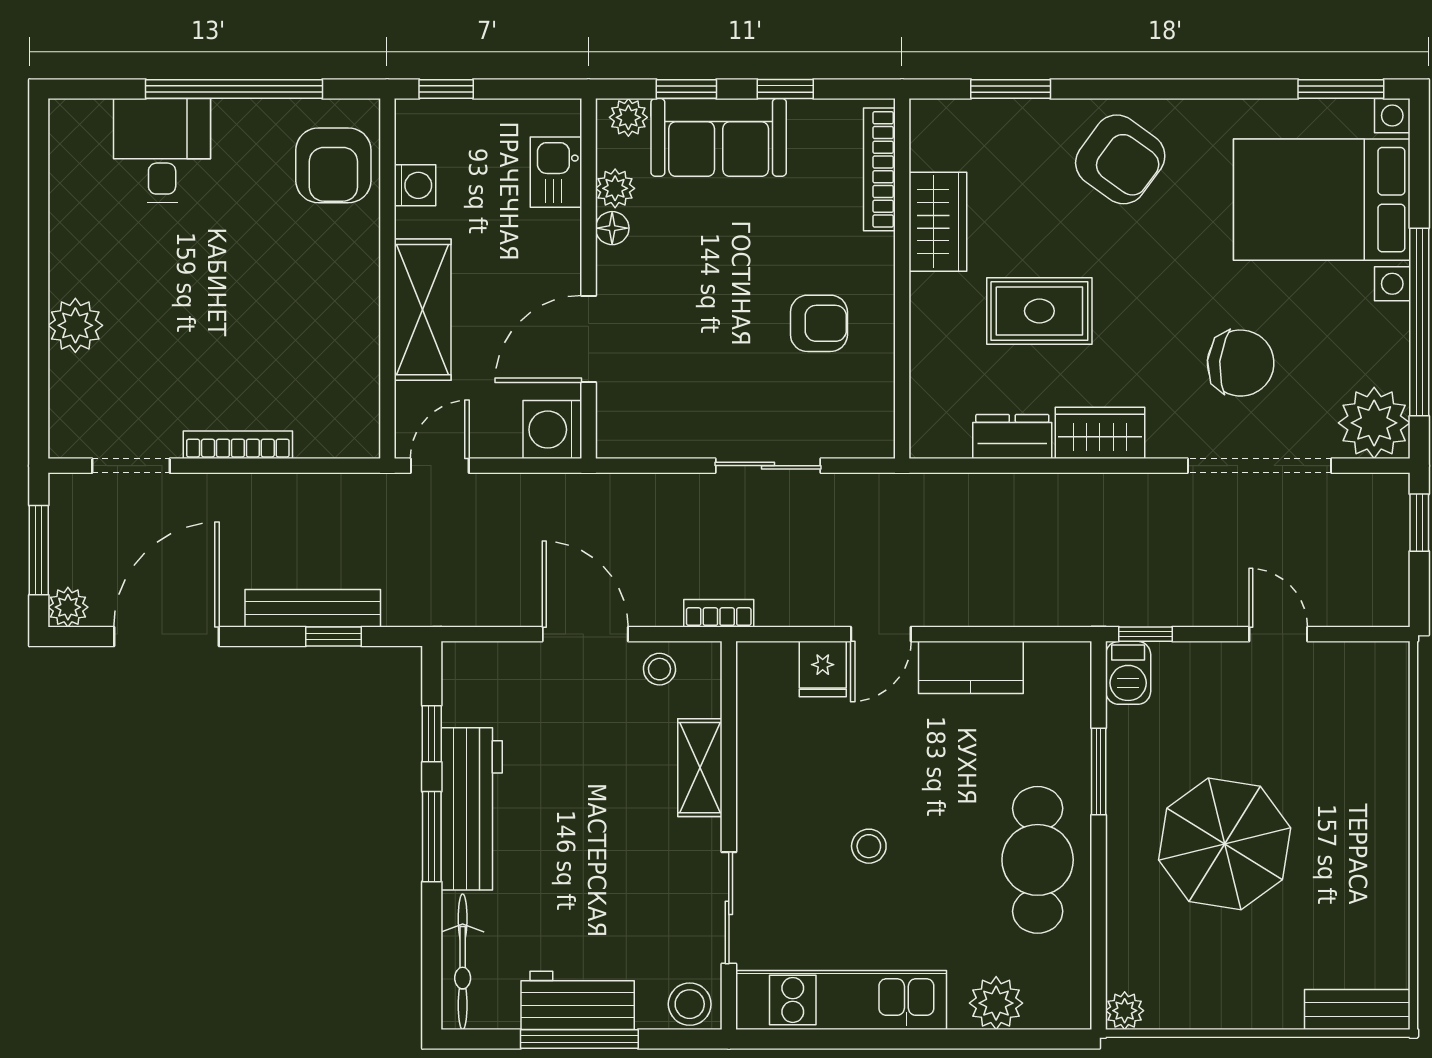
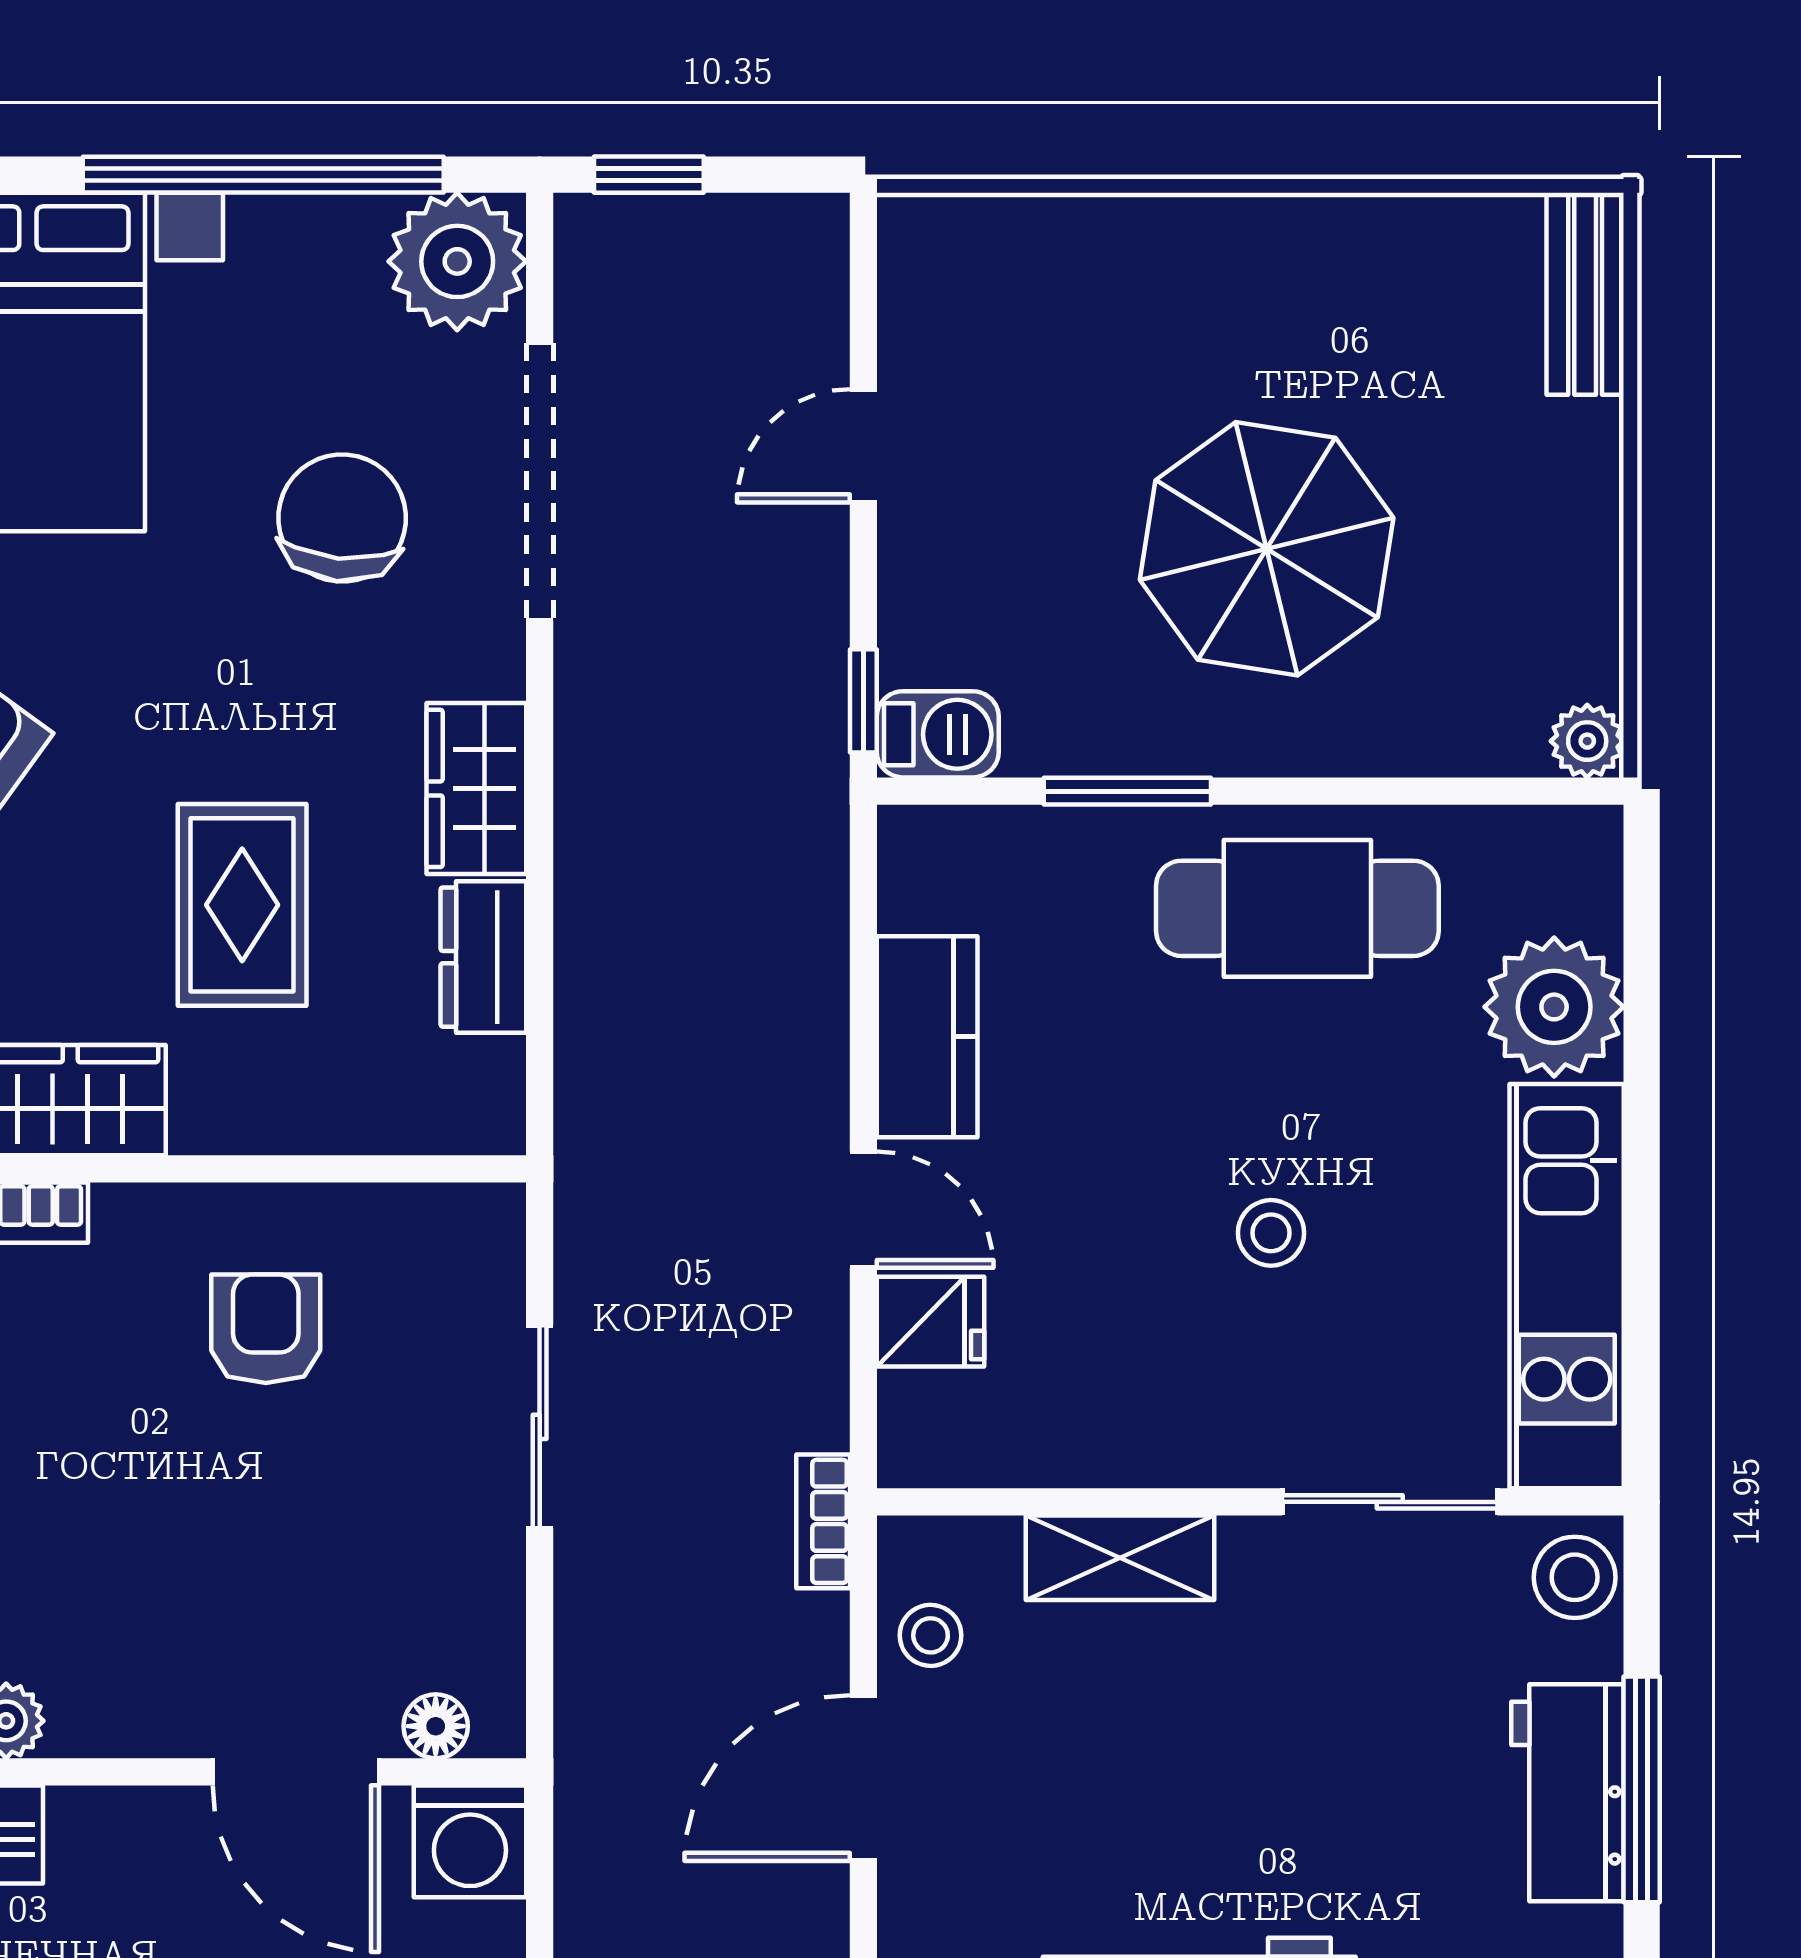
floor lamp: (612, 228) -> (436, 1726), moved
plant: (996, 1003) -> (1554, 1007), width x1.36, depth x1.36

